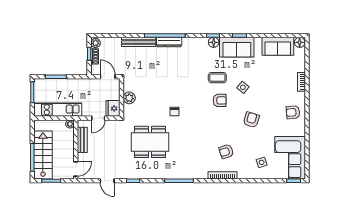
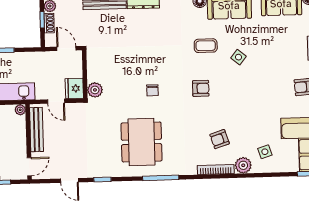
plant: (129, 98) -> (95, 90), moved
armchair: (220, 100) -> (201, 88), moved
door: (98, 118) -> (56, 101), hinge flipped
armchair: (251, 120) -> (250, 98), removed
bench: (82, 140) -> (37, 130), width x1.36
dining table: (150, 142) -> (142, 142), moved, turned 90
plant: (244, 173) -> (243, 165), added

